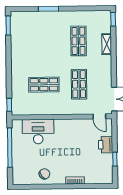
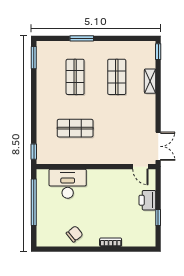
shop shelf: (79, 84) -> (75, 77), moved

